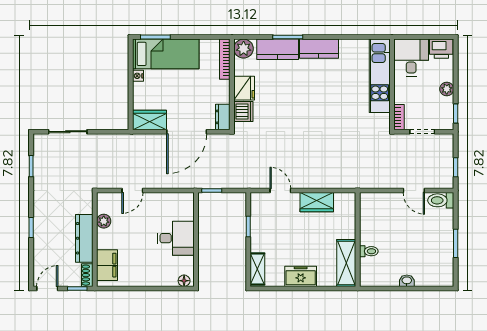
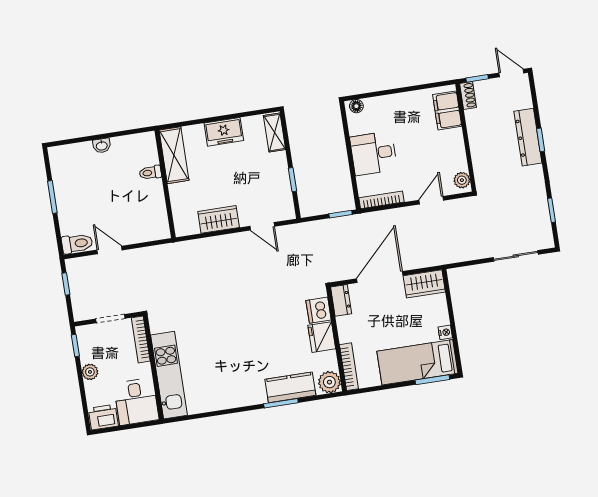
kitchen counter: (319, 49) -> (243, 395), removed
bookcase: (399, 117) -> (141, 339), width x1.56
bookcase: (175, 197) -> (381, 200), added
plant: (104, 221) -> (462, 180), moved
dresser: (84, 238) -> (528, 137), moved, turned 180
door: (47, 289) -> (511, 73), swing flipped

